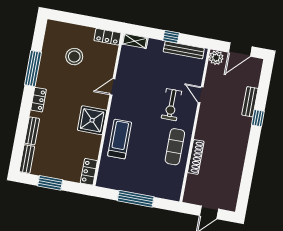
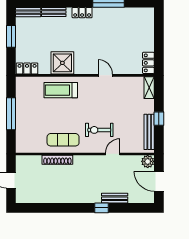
stool: (74, 57) -> (126, 37), removed
shower: (92, 120) -> (62, 63), moved
treadmill: (120, 139) -> (61, 90), turned 180

